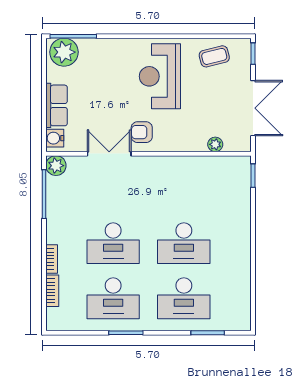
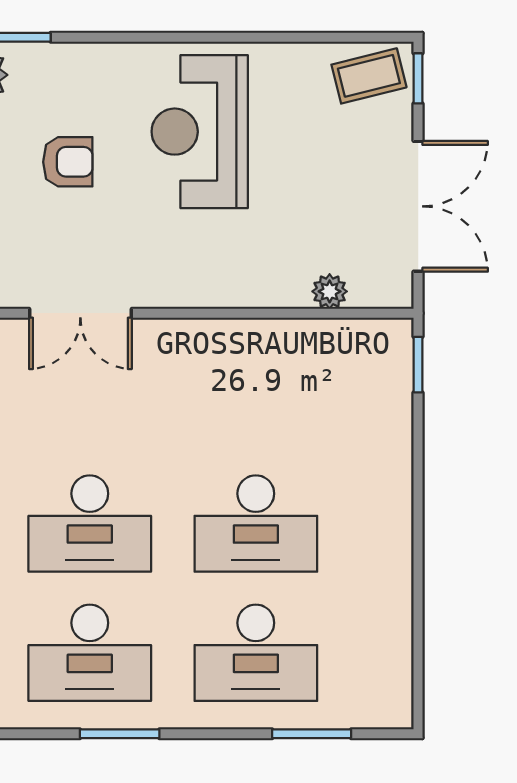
coffee table: (214, 56) -> (369, 76), moved
armchair: (142, 132) -> (68, 162), moved, turned 180
double door: (109, 154) -> (80, 313), swing flipped

